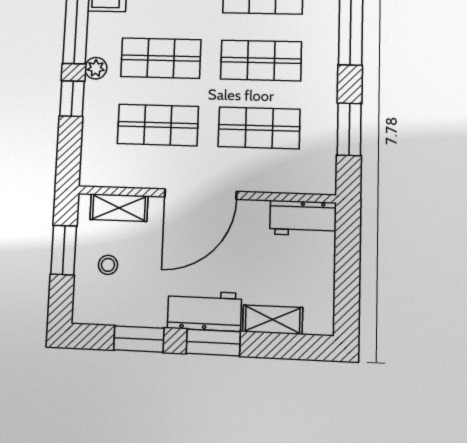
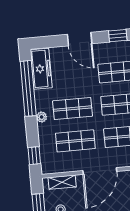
window: (72, 99) -> (34, 156), moved

